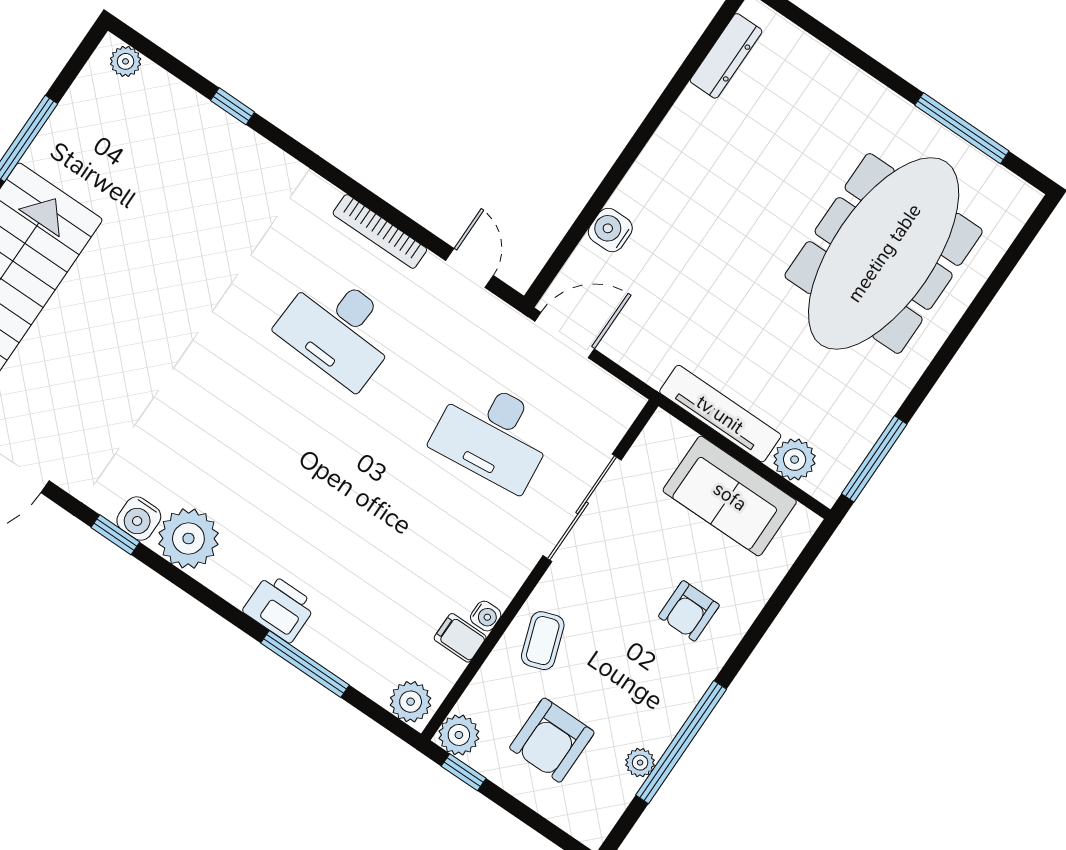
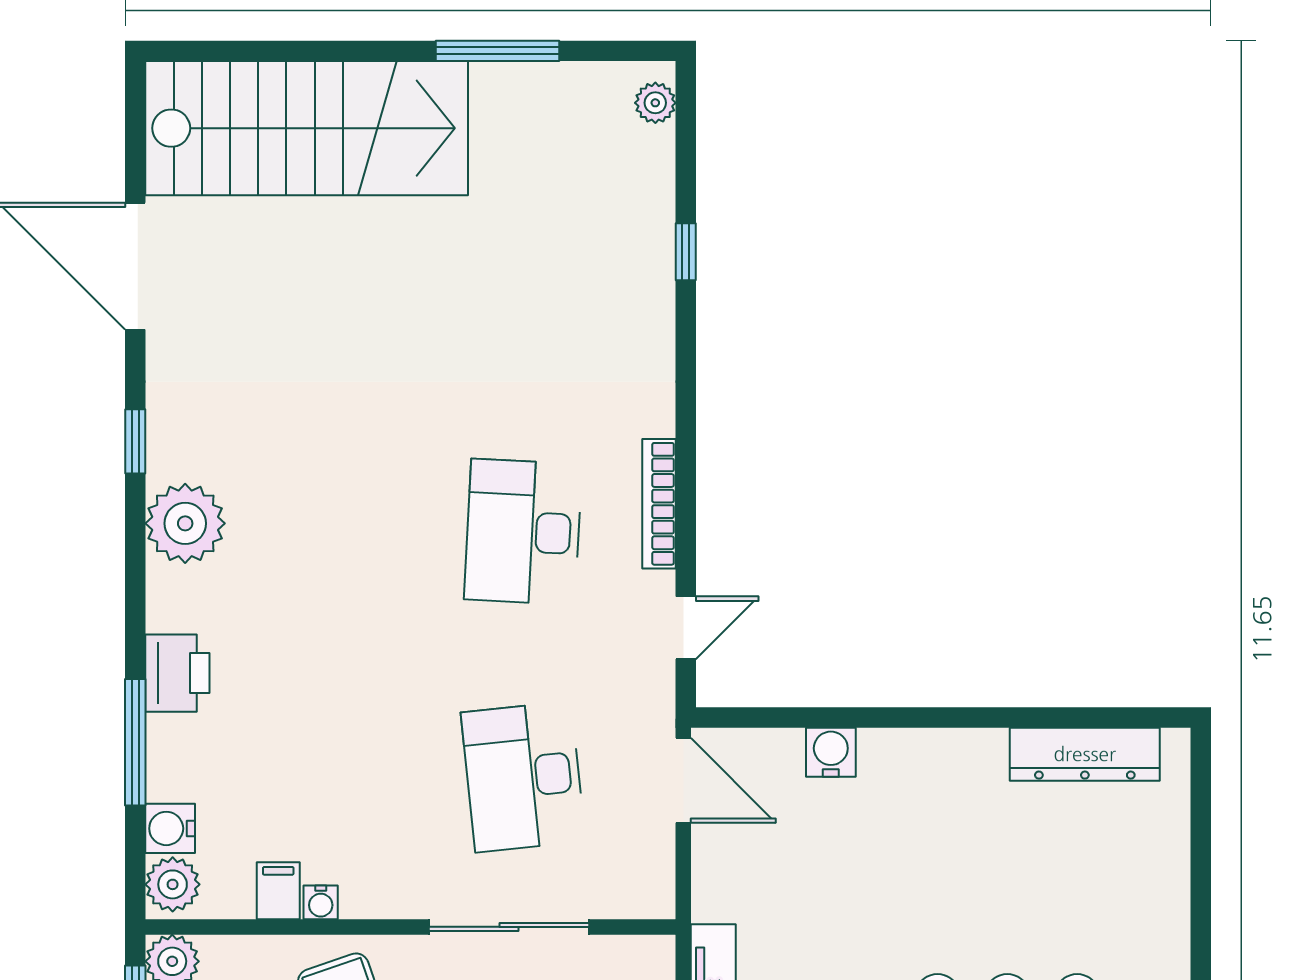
dresser: (726, 56) -> (1085, 754), width x1.37, depth x1.24
water cooler: (139, 518) -> (170, 828), moved

